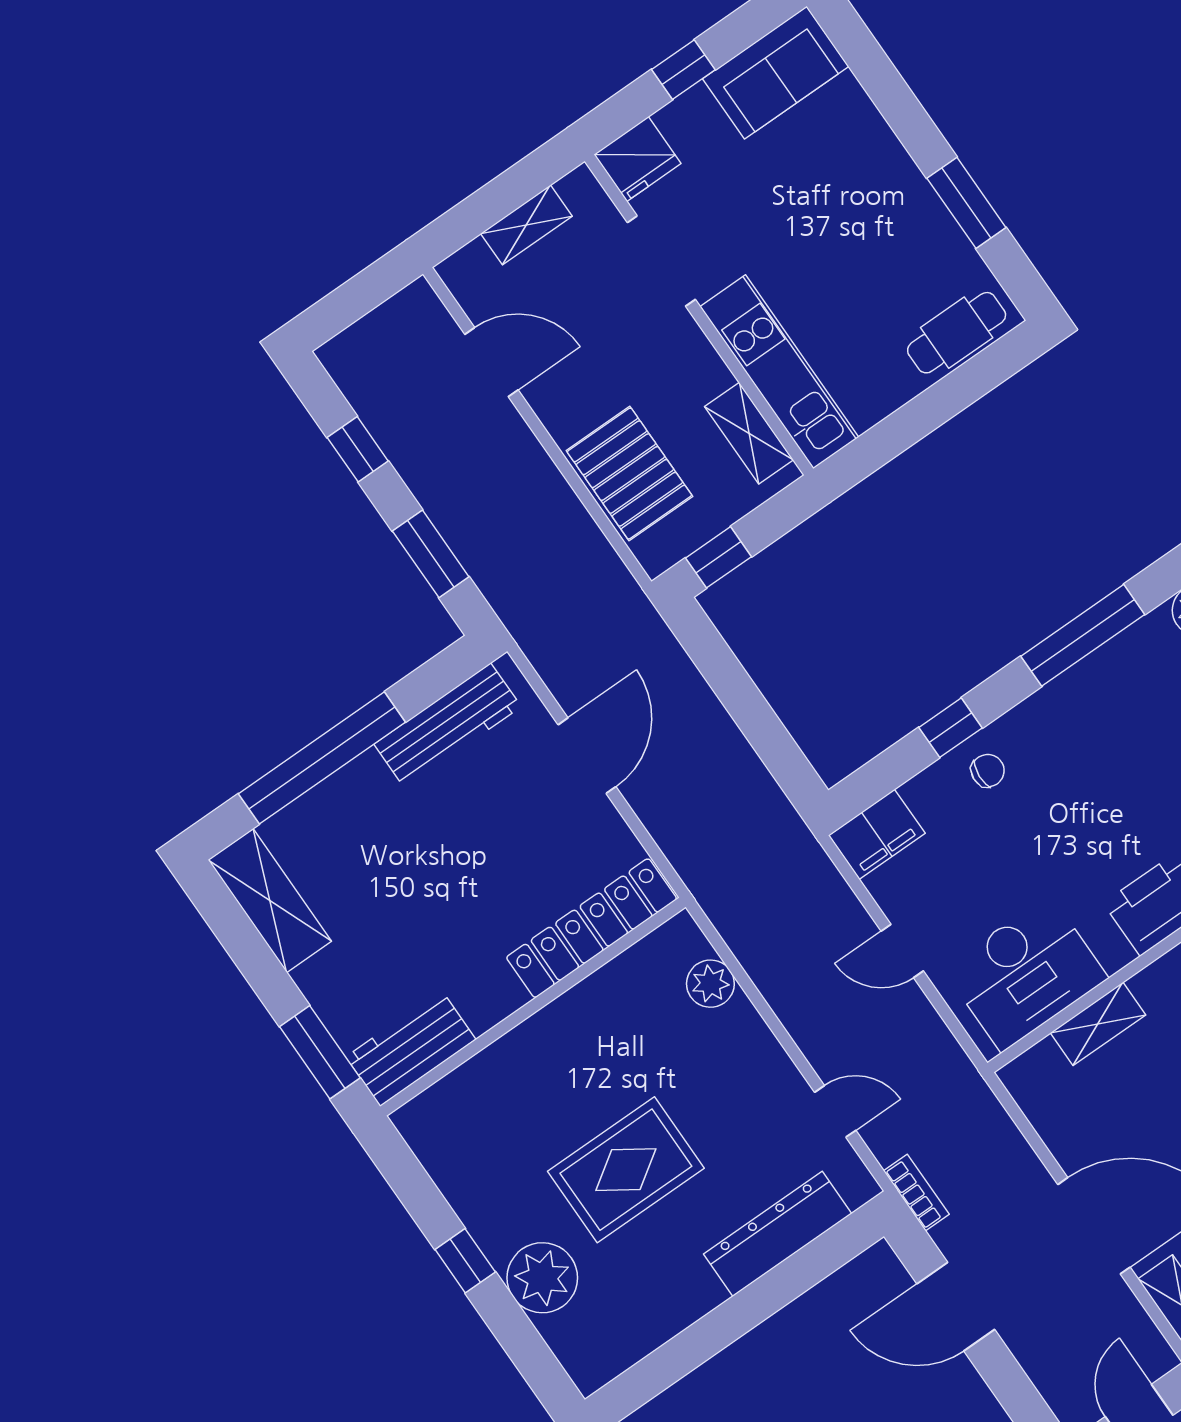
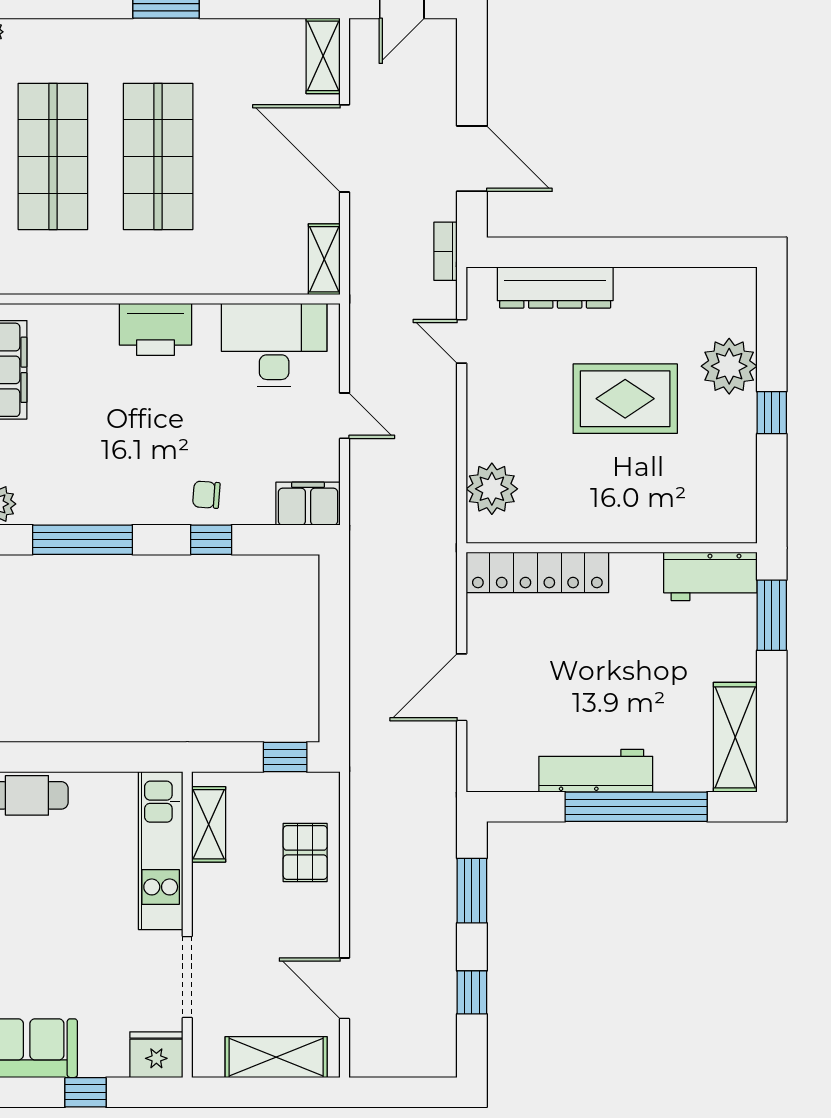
shelving: (526, 225) -> (276, 1057), width x1.50, depth x1.33
pallet: (629, 474) -> (305, 853), width x0.67, depth x0.71
workbench: (448, 725) -> (596, 771), moved
plant: (710, 984) -> (492, 489), width x1.36, depth x1.36
shelving: (1098, 1024) -> (324, 259), moved, turned 90

